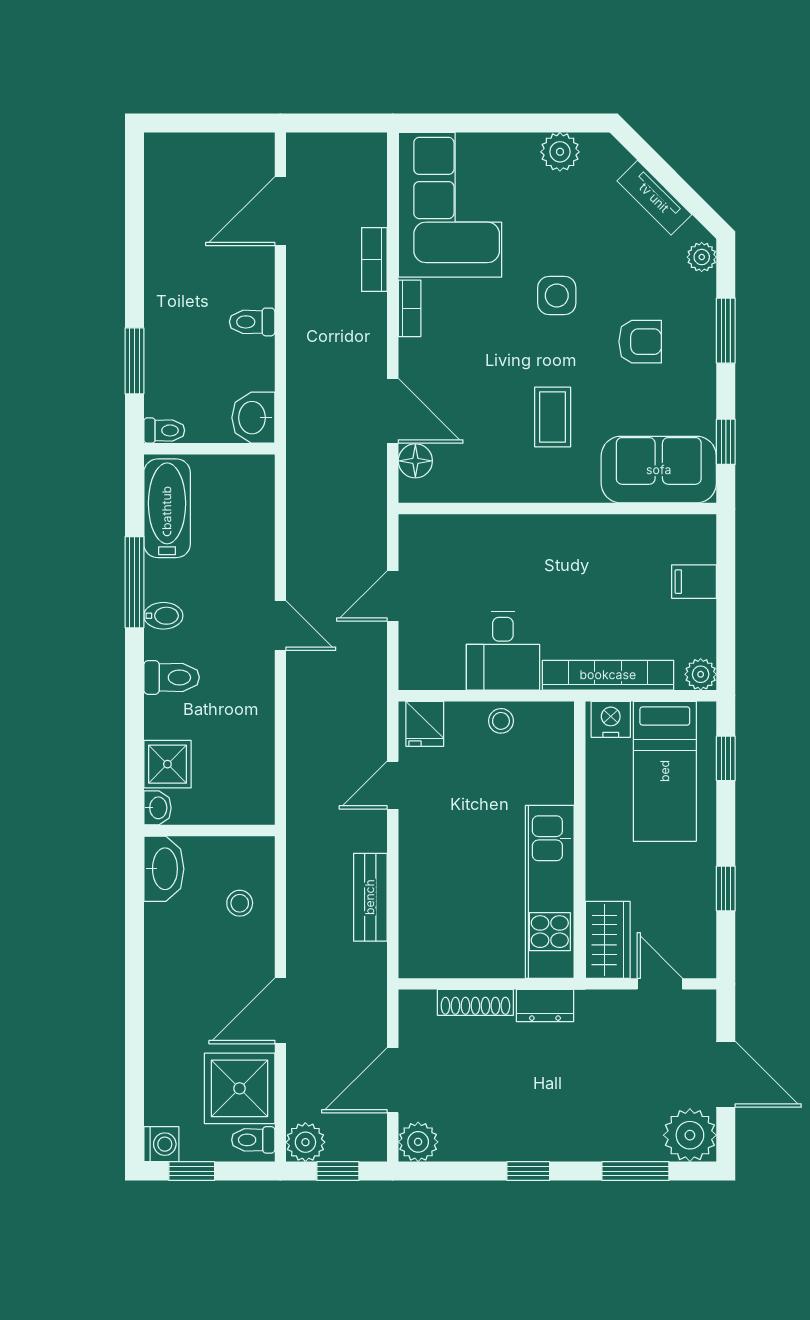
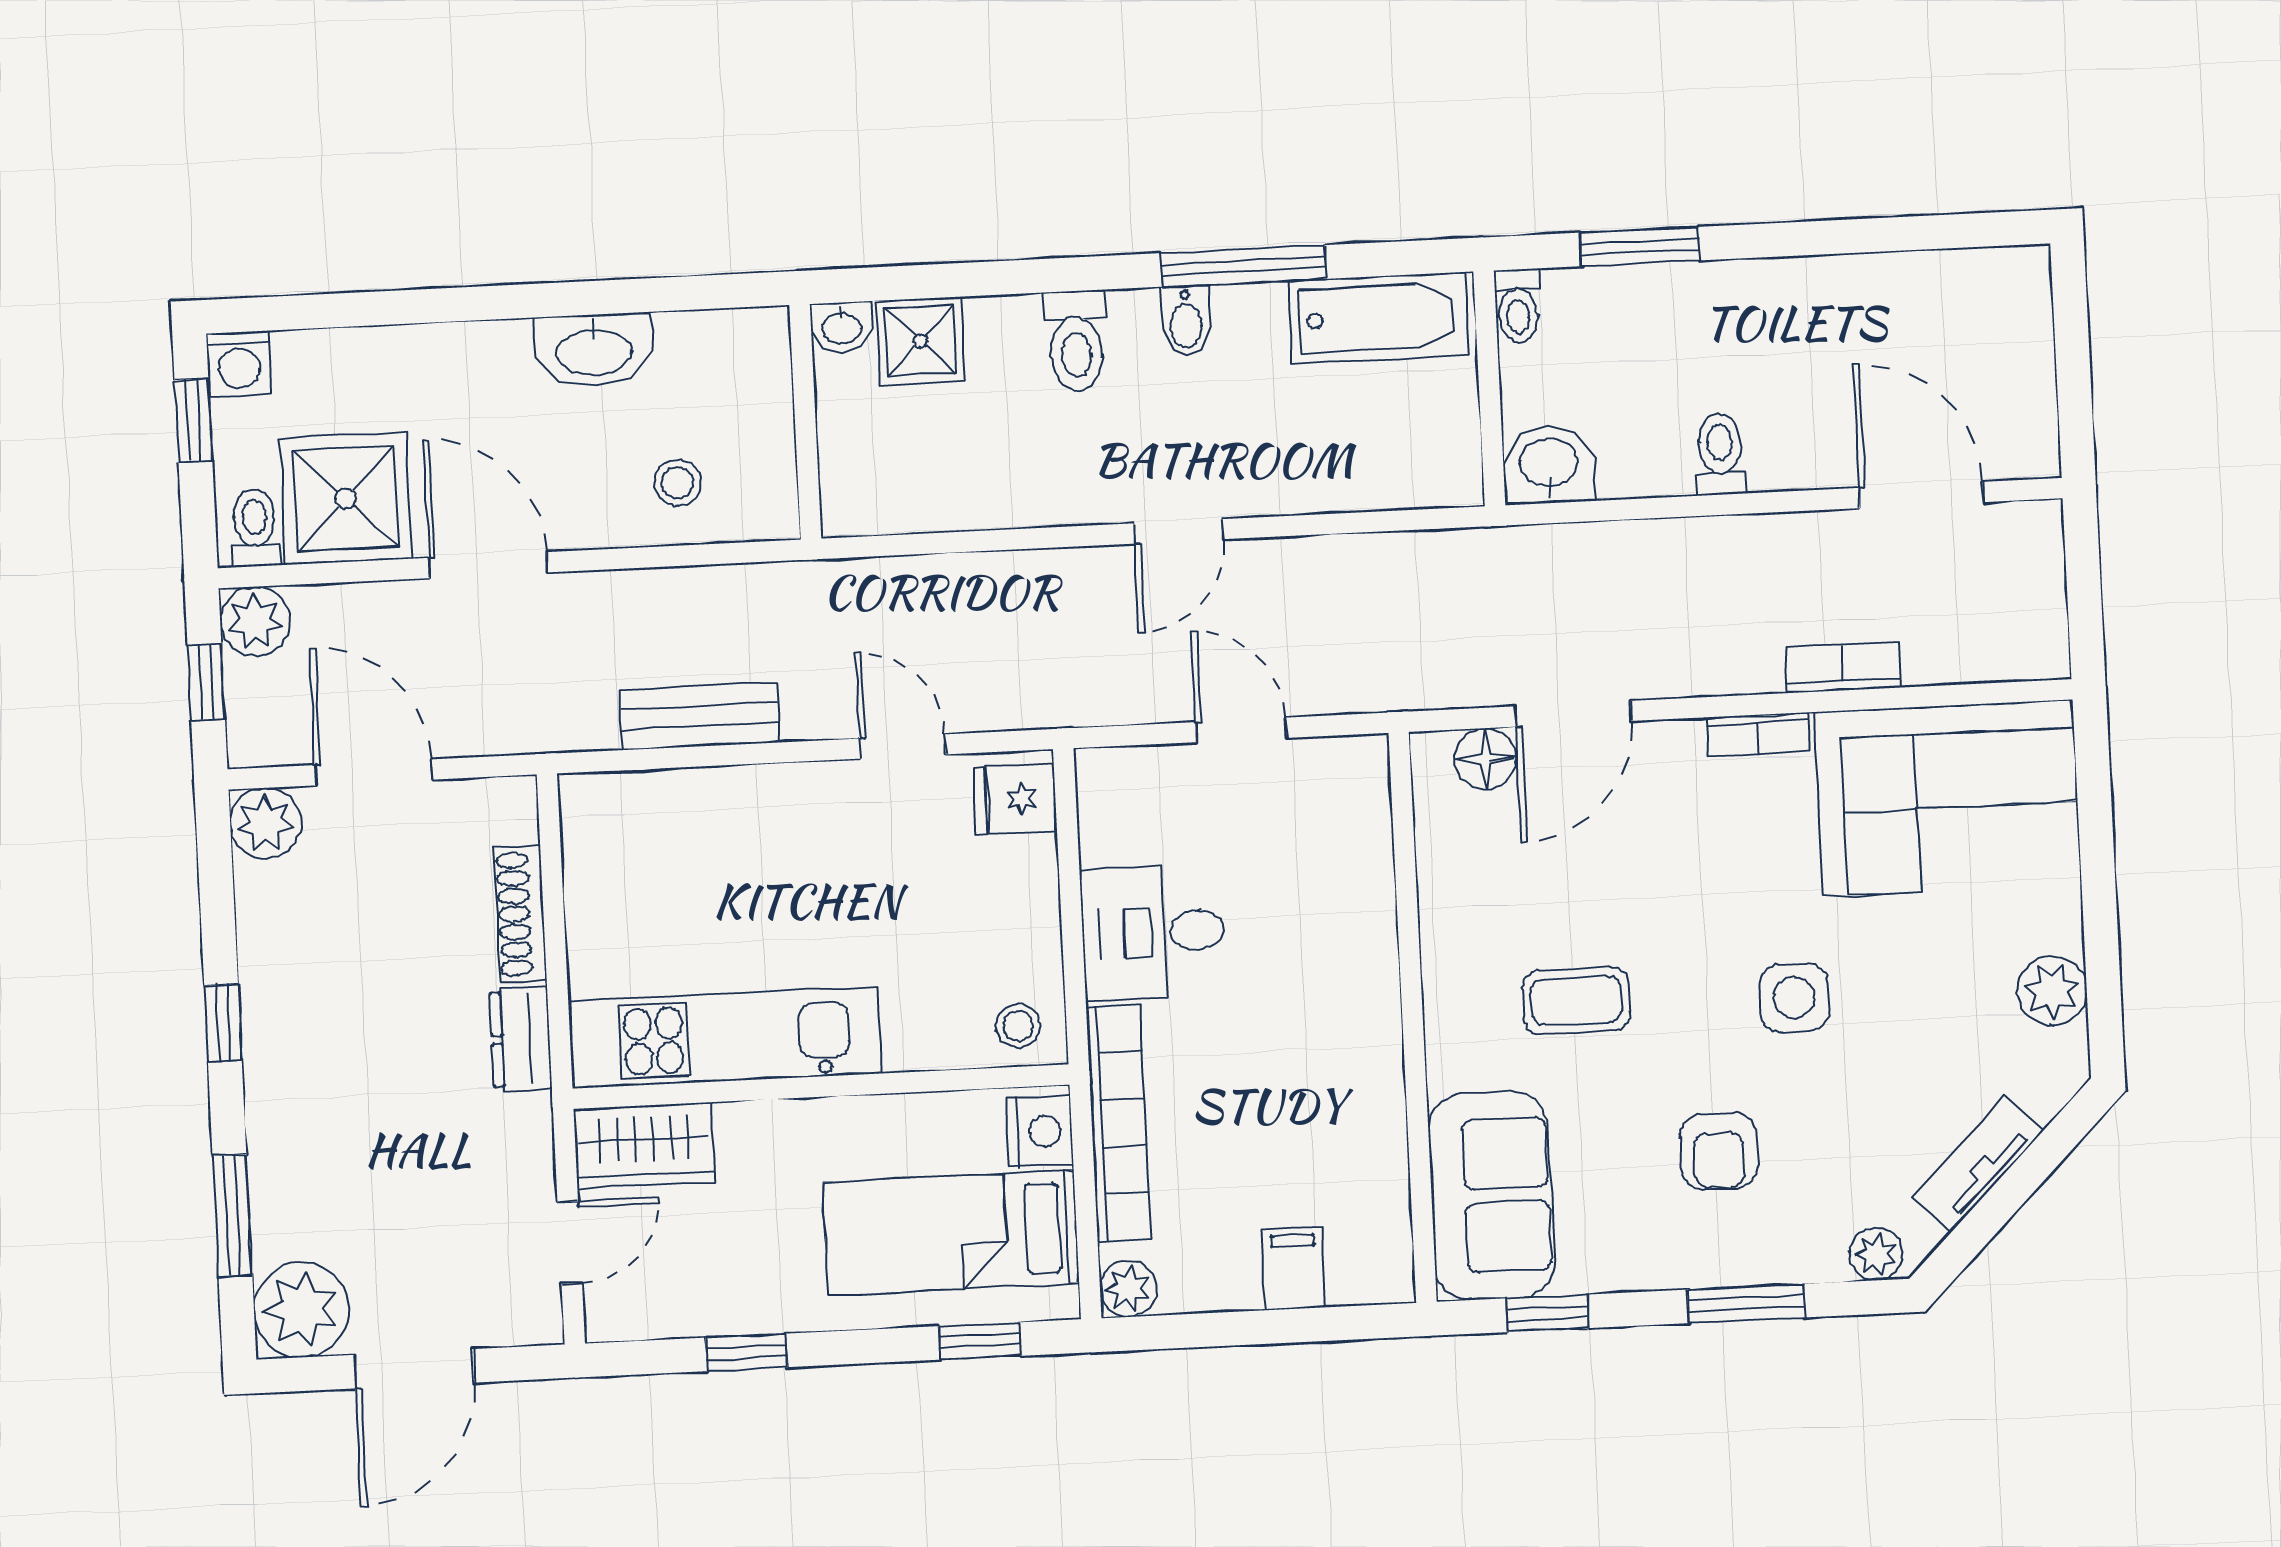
stool: (501, 721) -> (1018, 1026), moved
washbasin: (164, 869) -> (594, 350), moved

